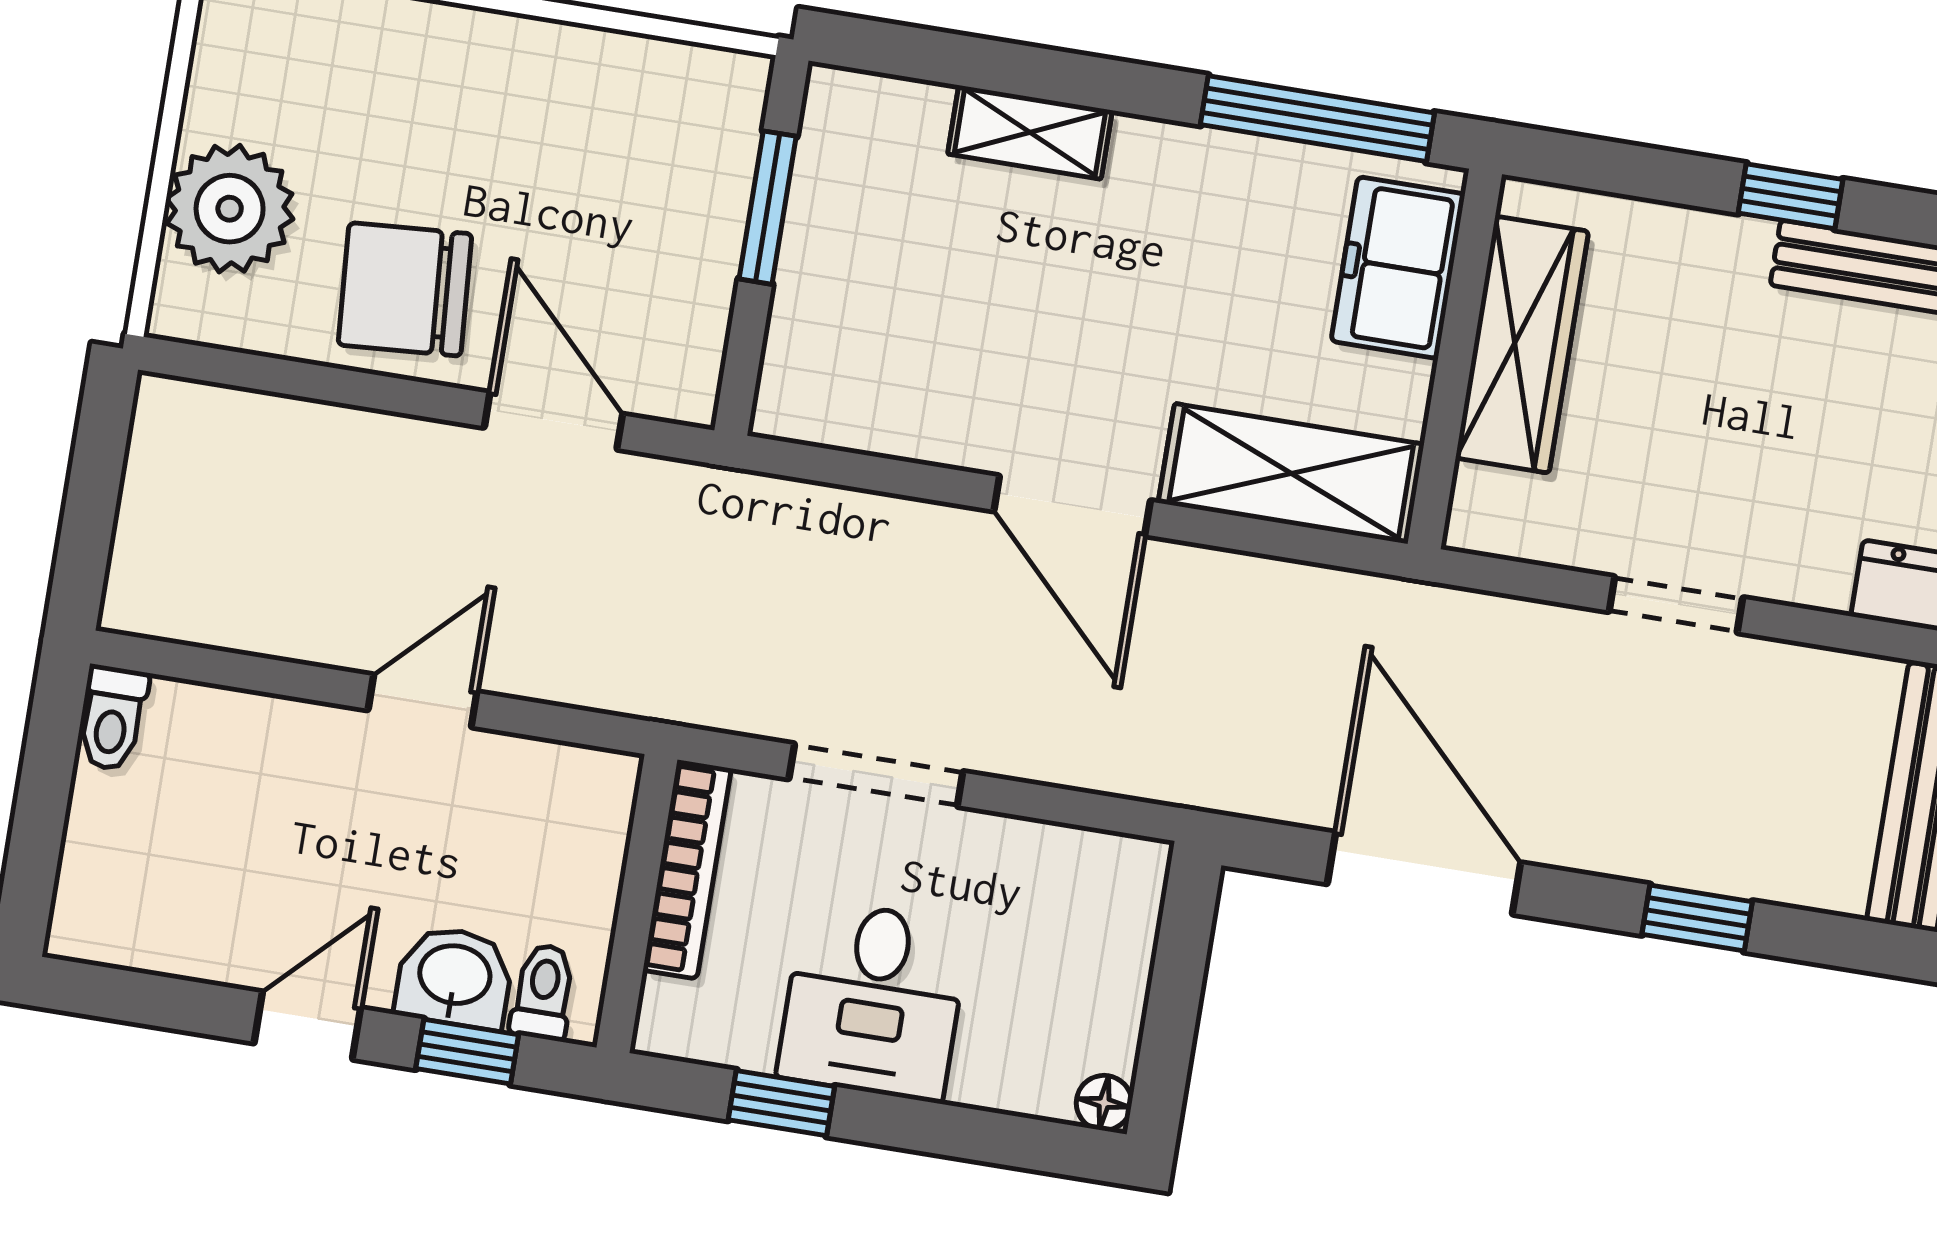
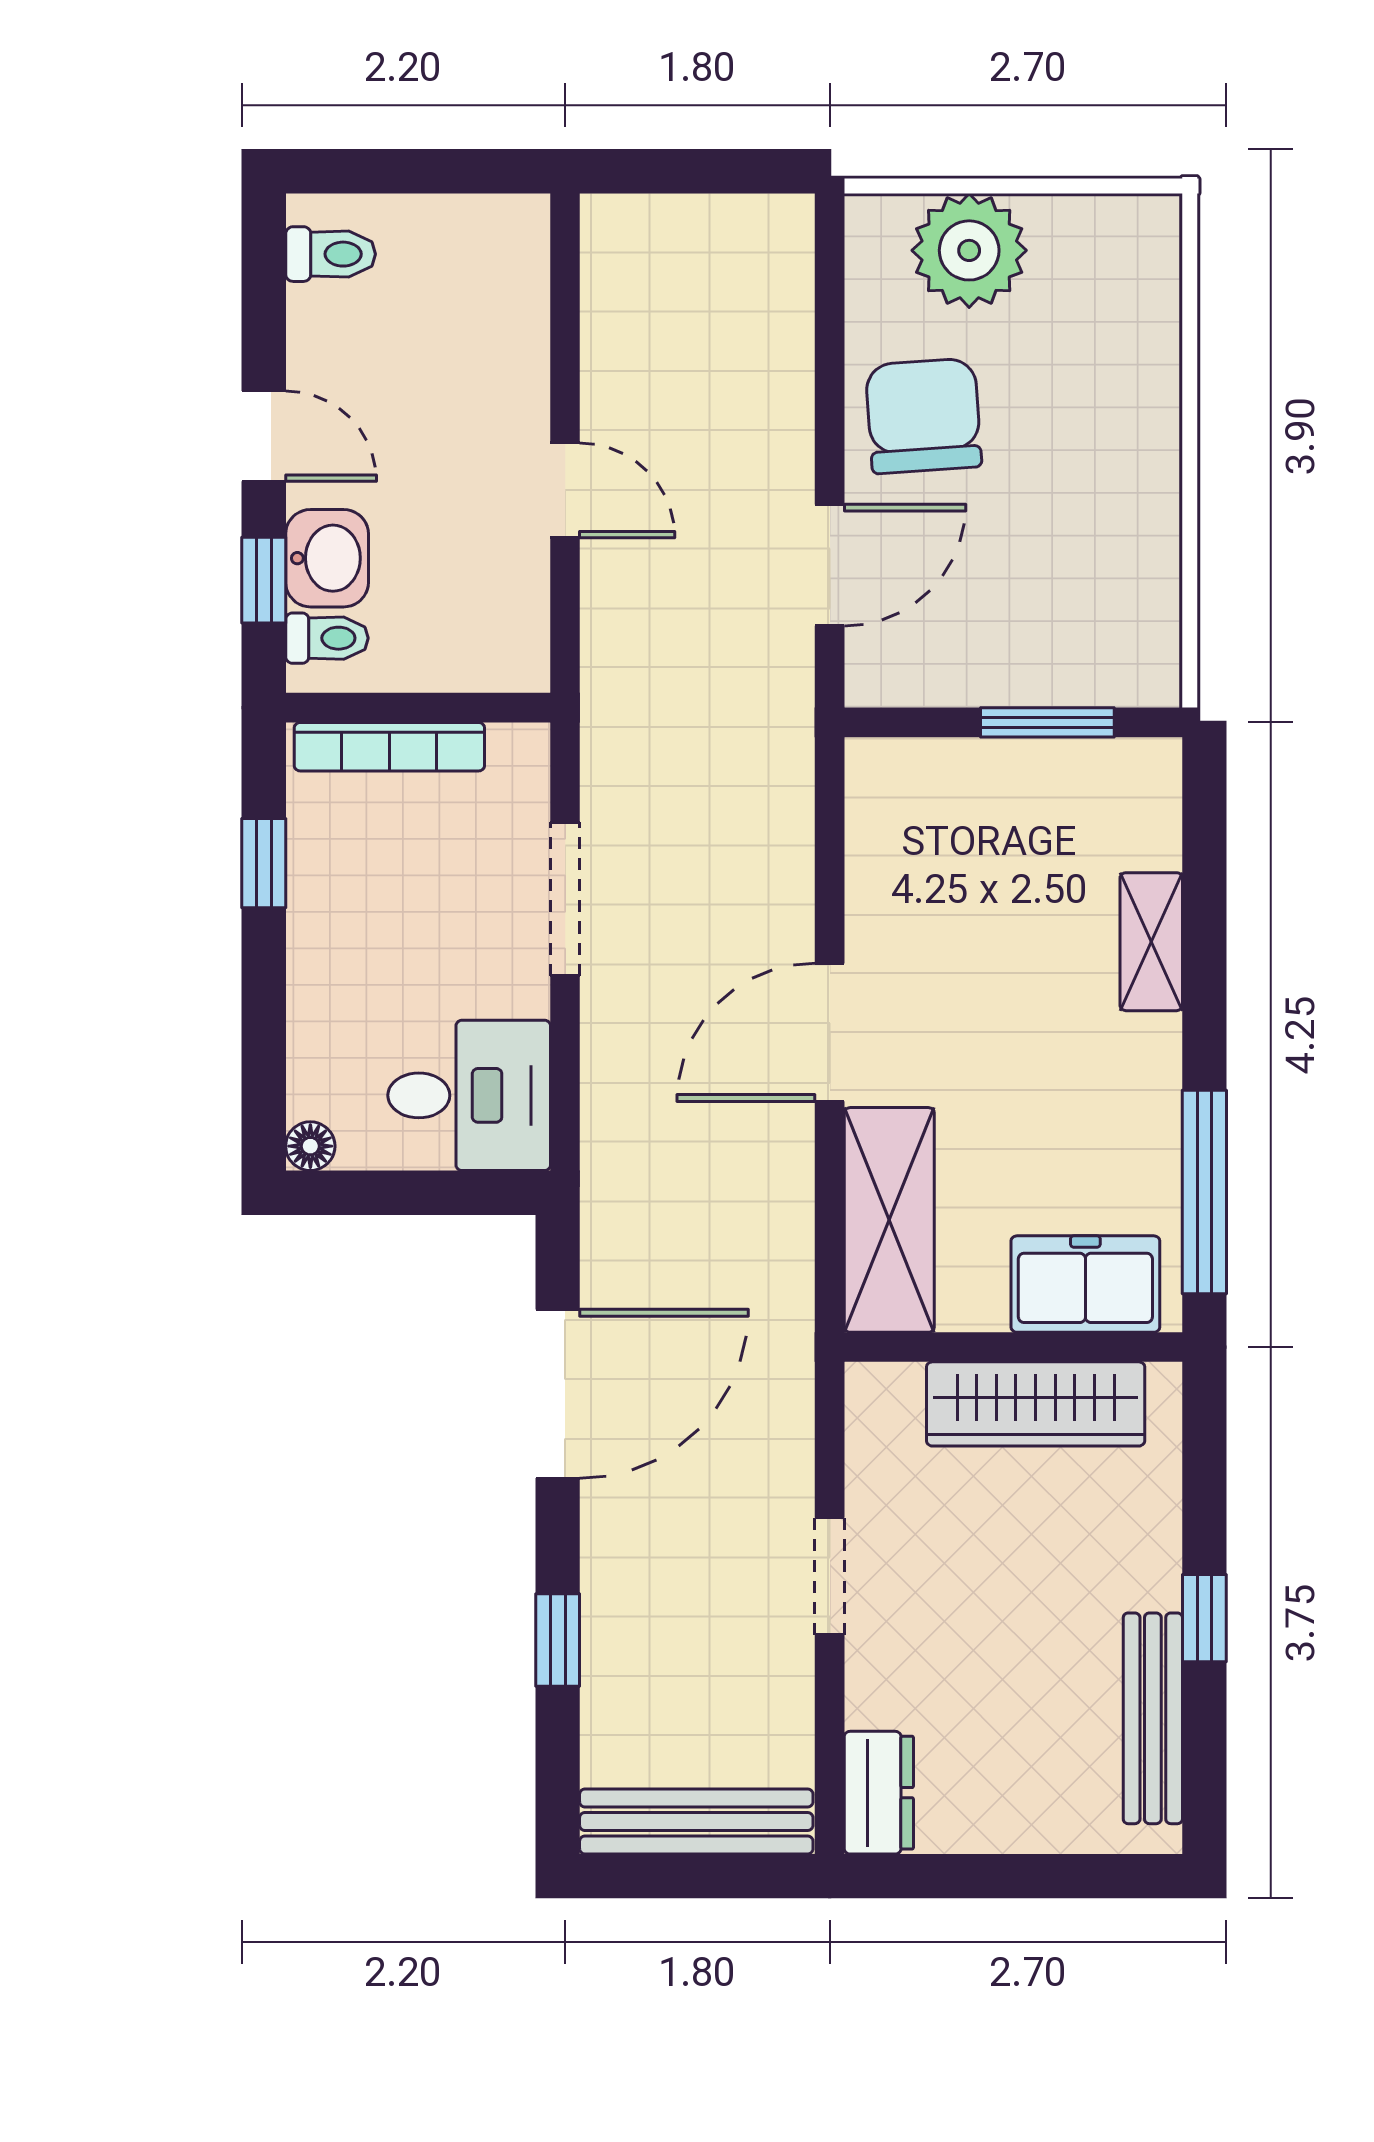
toilet: (112, 718) -> (331, 254), moved, turned 180
bookcase: (687, 869) -> (389, 747), moved
desk: (873, 1001) -> (469, 1095), moved, turned 180

